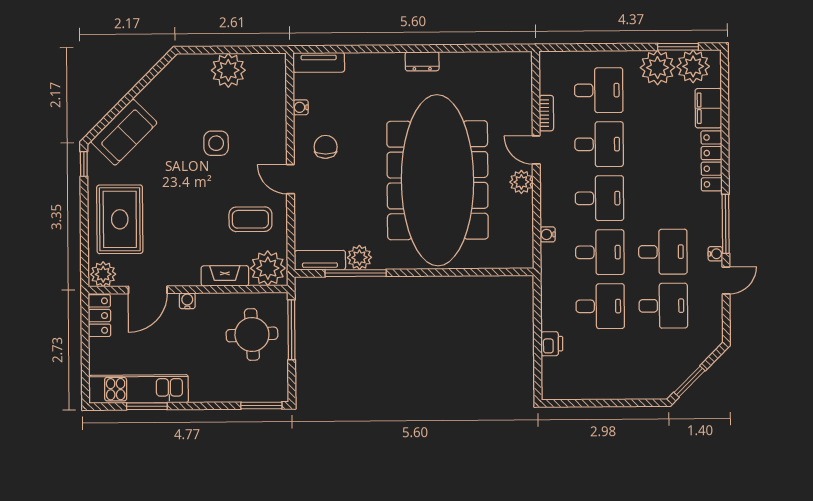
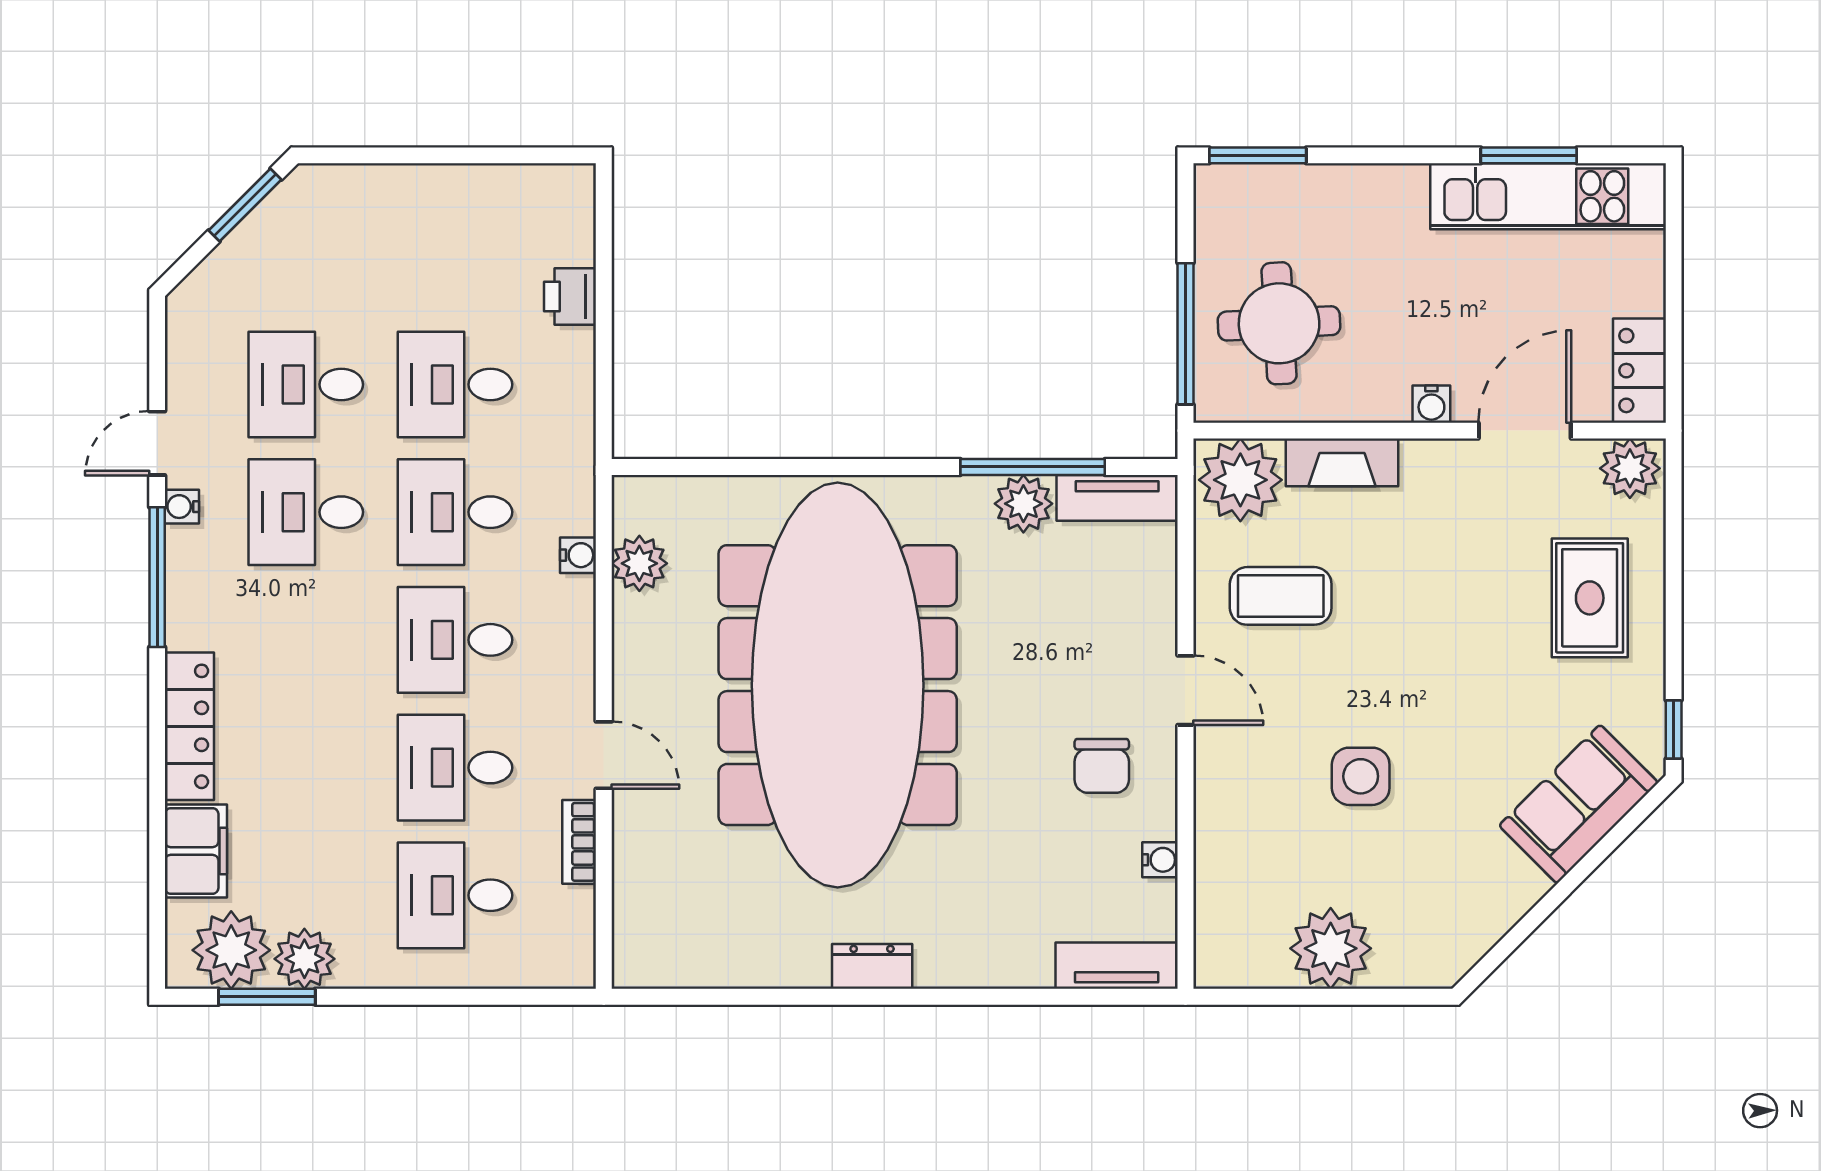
plant: (658, 68) -> (304, 959), width x0.73, depth x0.73
plant: (521, 182) -> (639, 563), moved
rug: (120, 219) -> (1590, 598), width x0.73, depth x0.70

